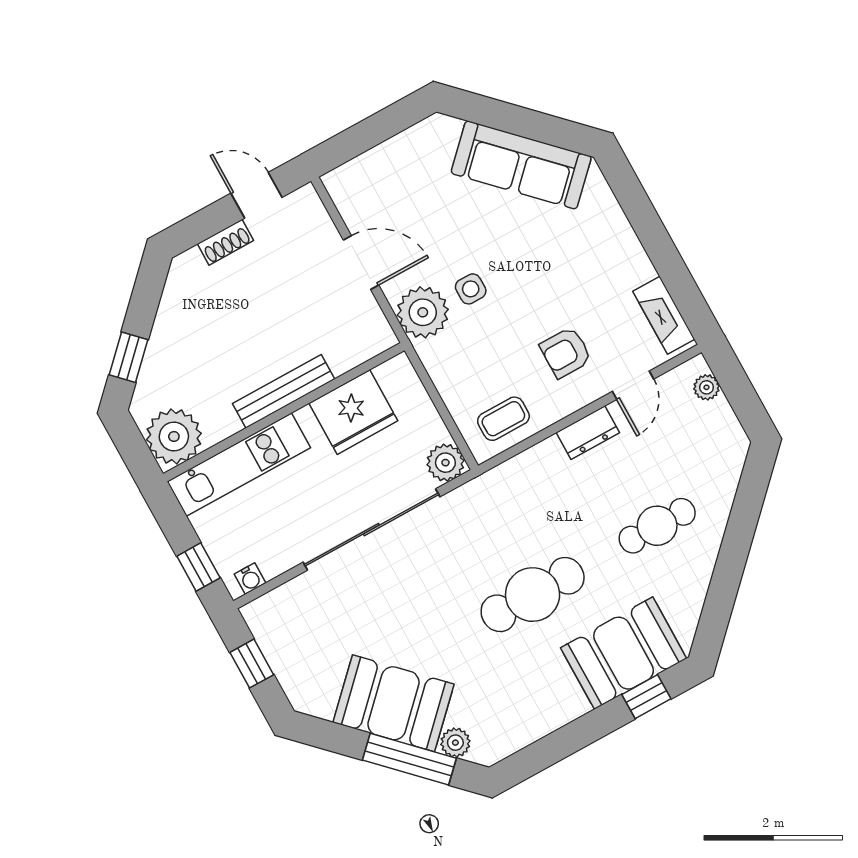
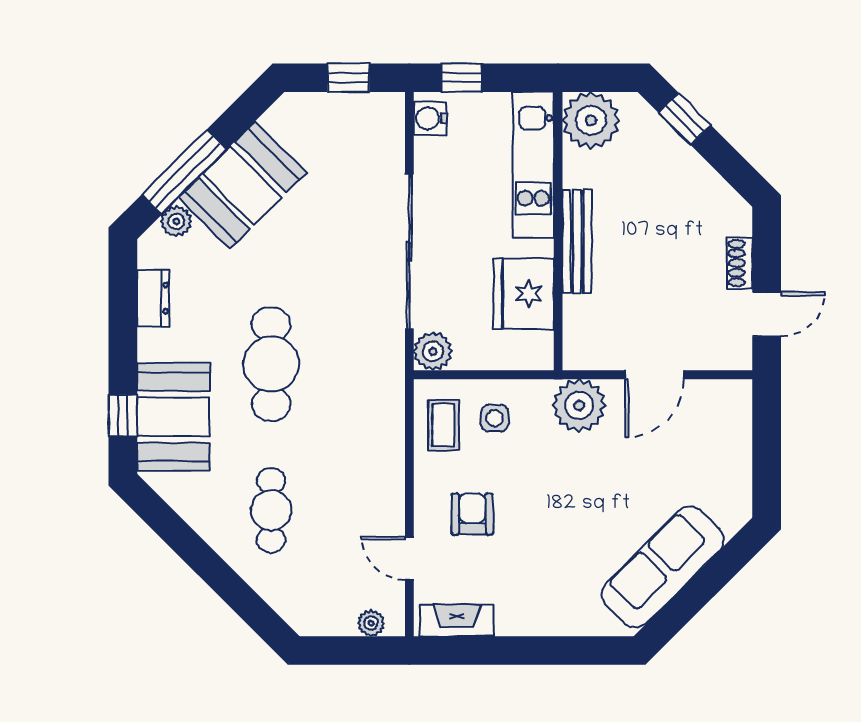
side table: (471, 289) -> (495, 418), moved
dresser: (588, 433) -> (153, 298), moved, turned 180
water cooler: (250, 579) -> (430, 118), width x1.38, depth x1.38

